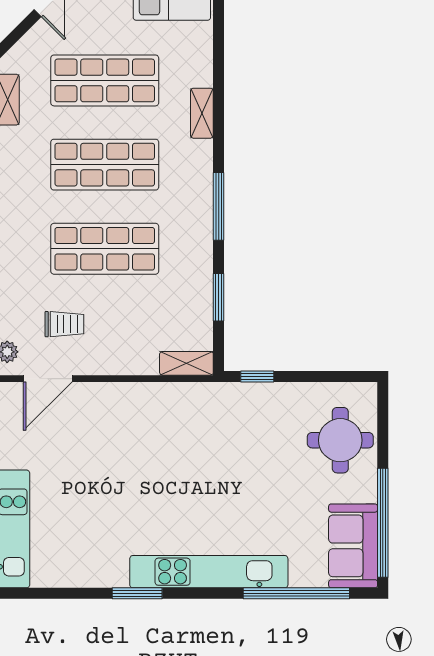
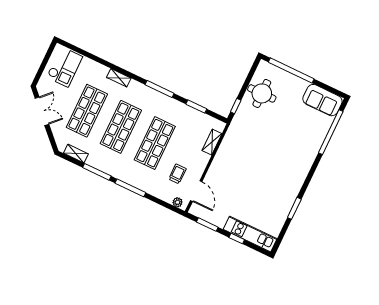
shelving: (186, 363) -> (212, 142), moved
round table: (340, 440) -> (262, 93), moved
window: (383, 523) -> (291, 70), moved
kitchen unit: (209, 572) -> (305, 163), removed
window: (137, 593) -> (294, 208), moved

